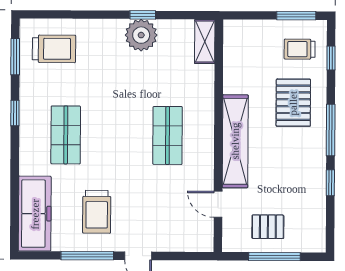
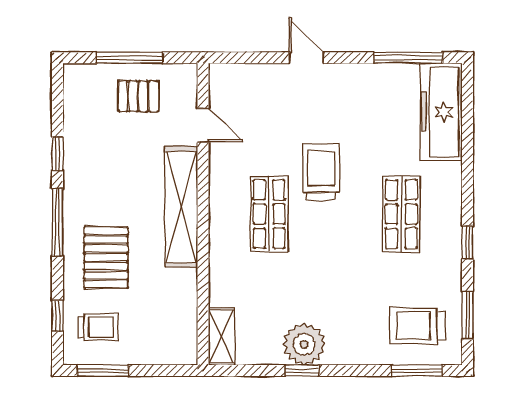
window: (54, 14) -> (417, 371), added
trolley: (97, 212) -> (321, 172), moved
window: (87, 256) -> (409, 58), moved

